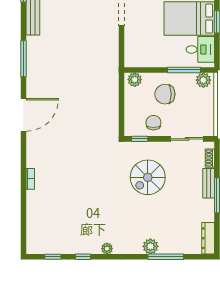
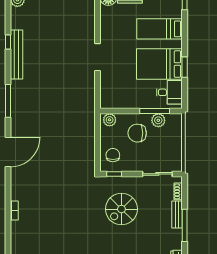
plant: (203, 80) -> (158, 120), moved
chair: (153, 123) -> (113, 155), moved

